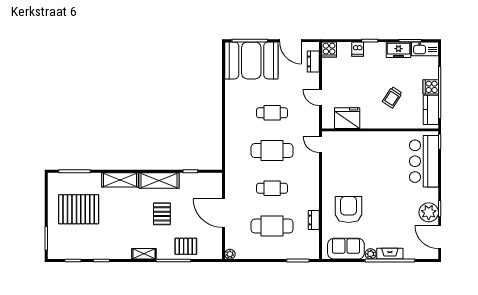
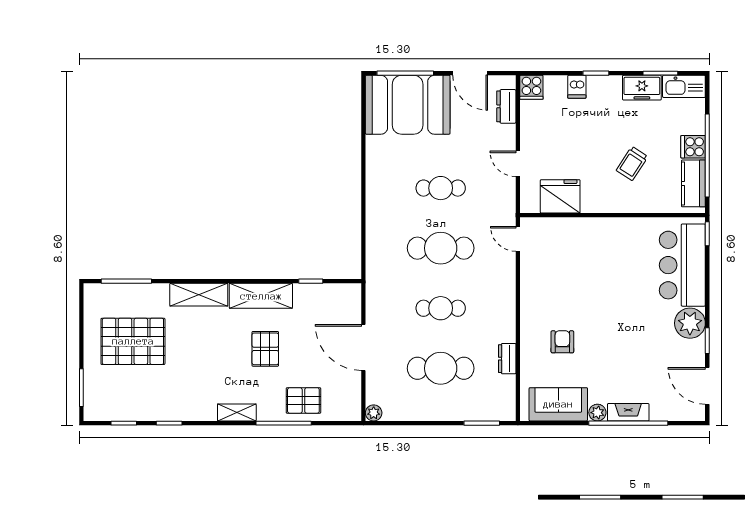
armchair: (349, 209) -> (562, 342), width x0.53, depth x0.53
plant: (429, 212) -> (690, 323), moved

